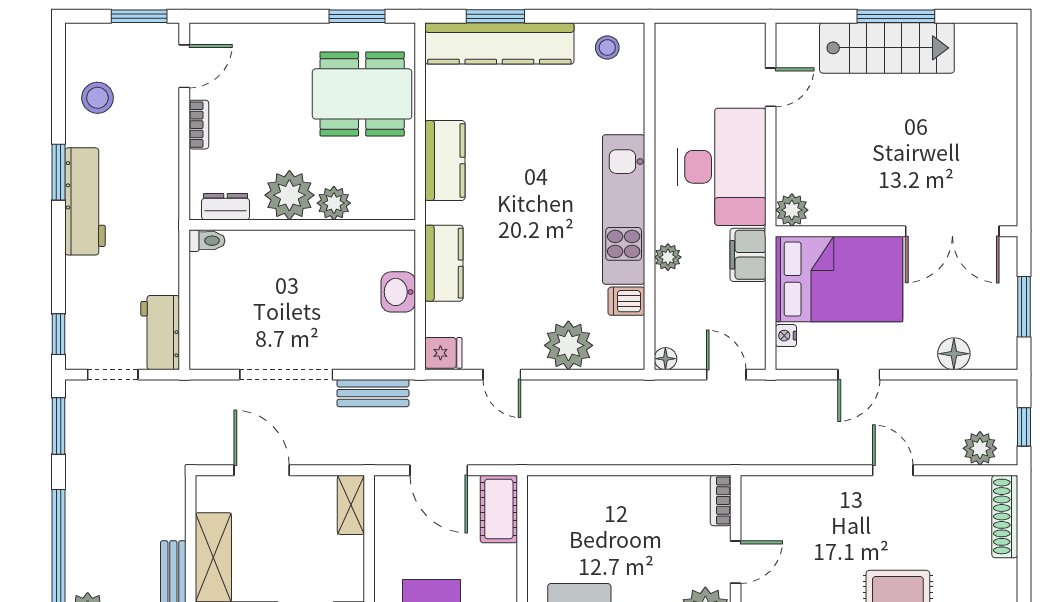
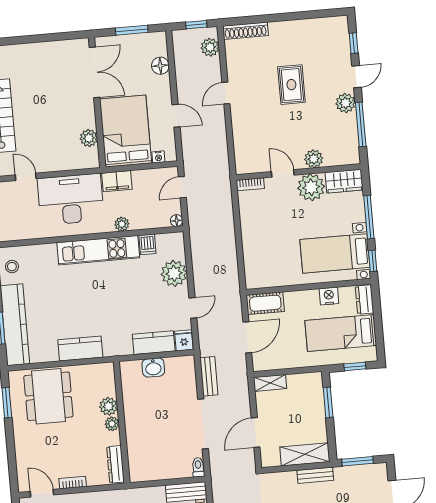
plant: (289, 195) -> (112, 424), width x0.53, depth x0.53
dresser: (226, 207) -> (116, 464), width x1.44
plant: (792, 210) -> (89, 138), moved
toilet: (207, 241) -> (198, 467), moved
kitchen counter: (444, 263) -> (154, 343), moved

